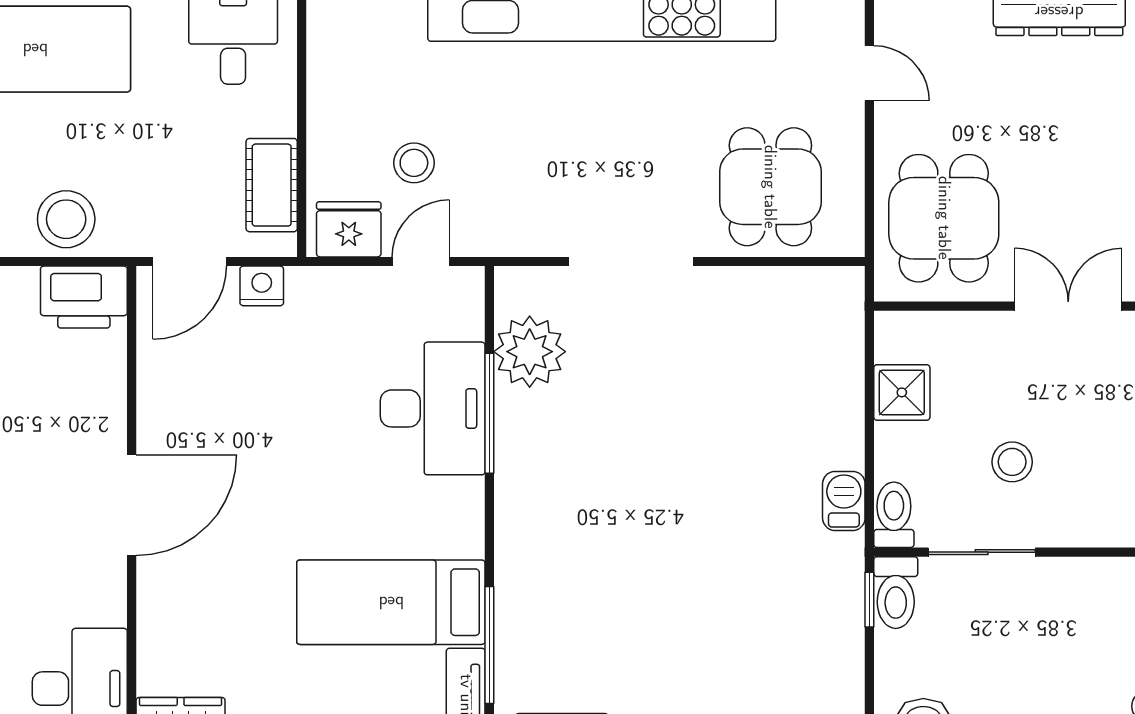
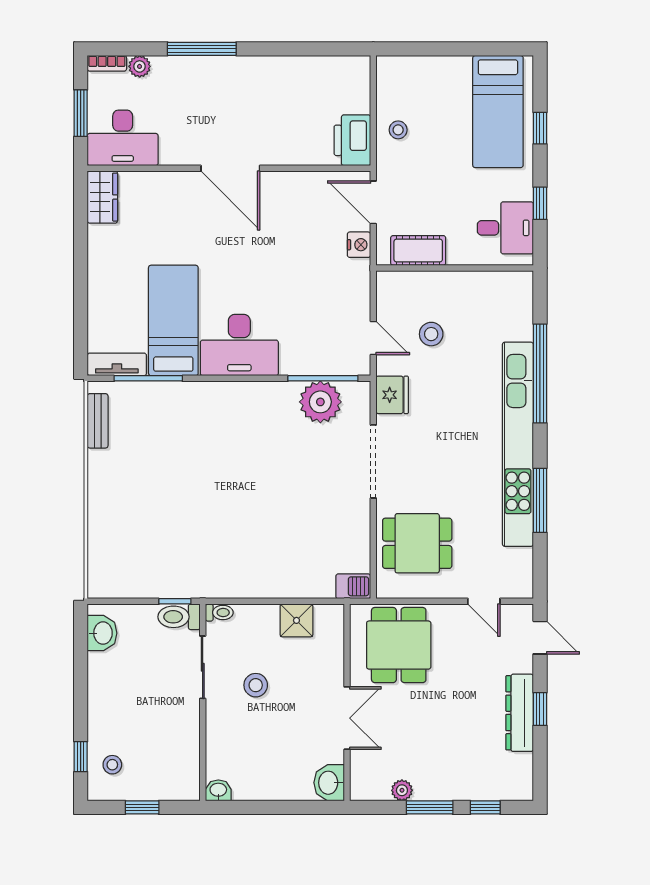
door: (869, 73) -> (484, 601), hinge flipped
dining table: (944, 218) -> (399, 645), turned 90
stool: (66, 219) -> (398, 130), width x0.53, depth x0.53
fridge: (349, 229) -> (392, 395), moved
desk: (433, 408) -> (239, 345), moved
window: (489, 413) -> (323, 378), moved
barbecue: (844, 501) -> (353, 586), moved
toilet: (894, 515) -> (219, 613), width x0.73, depth x0.72

